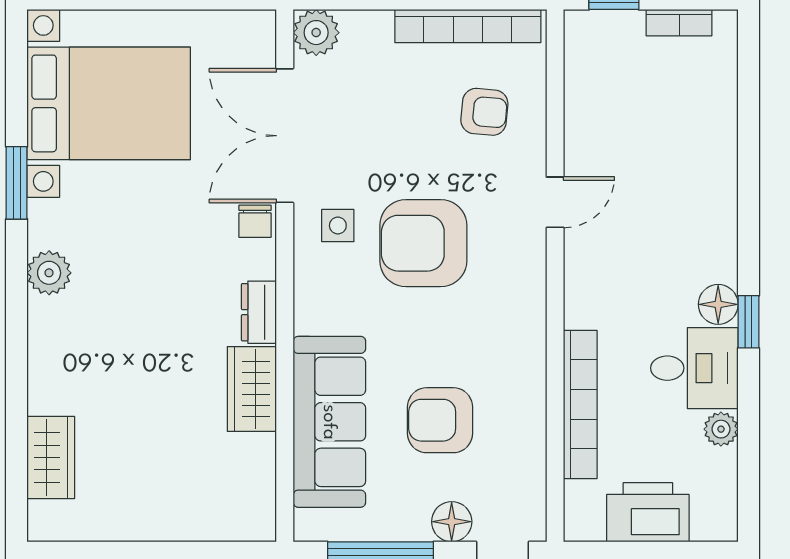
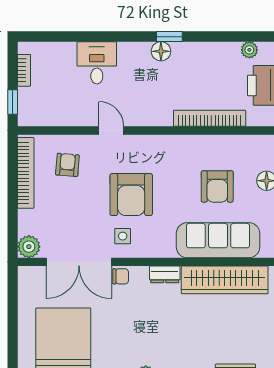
desk: (694, 368) -> (97, 63), moved
wardrobe: (252, 389) -> (225, 280), width x2.10, depth x1.17
plant: (721, 429) -> (249, 50), moved

